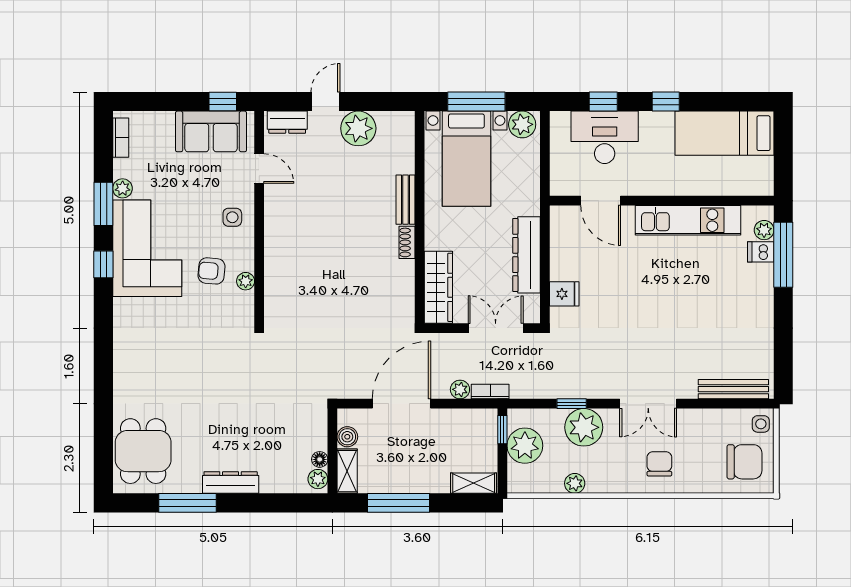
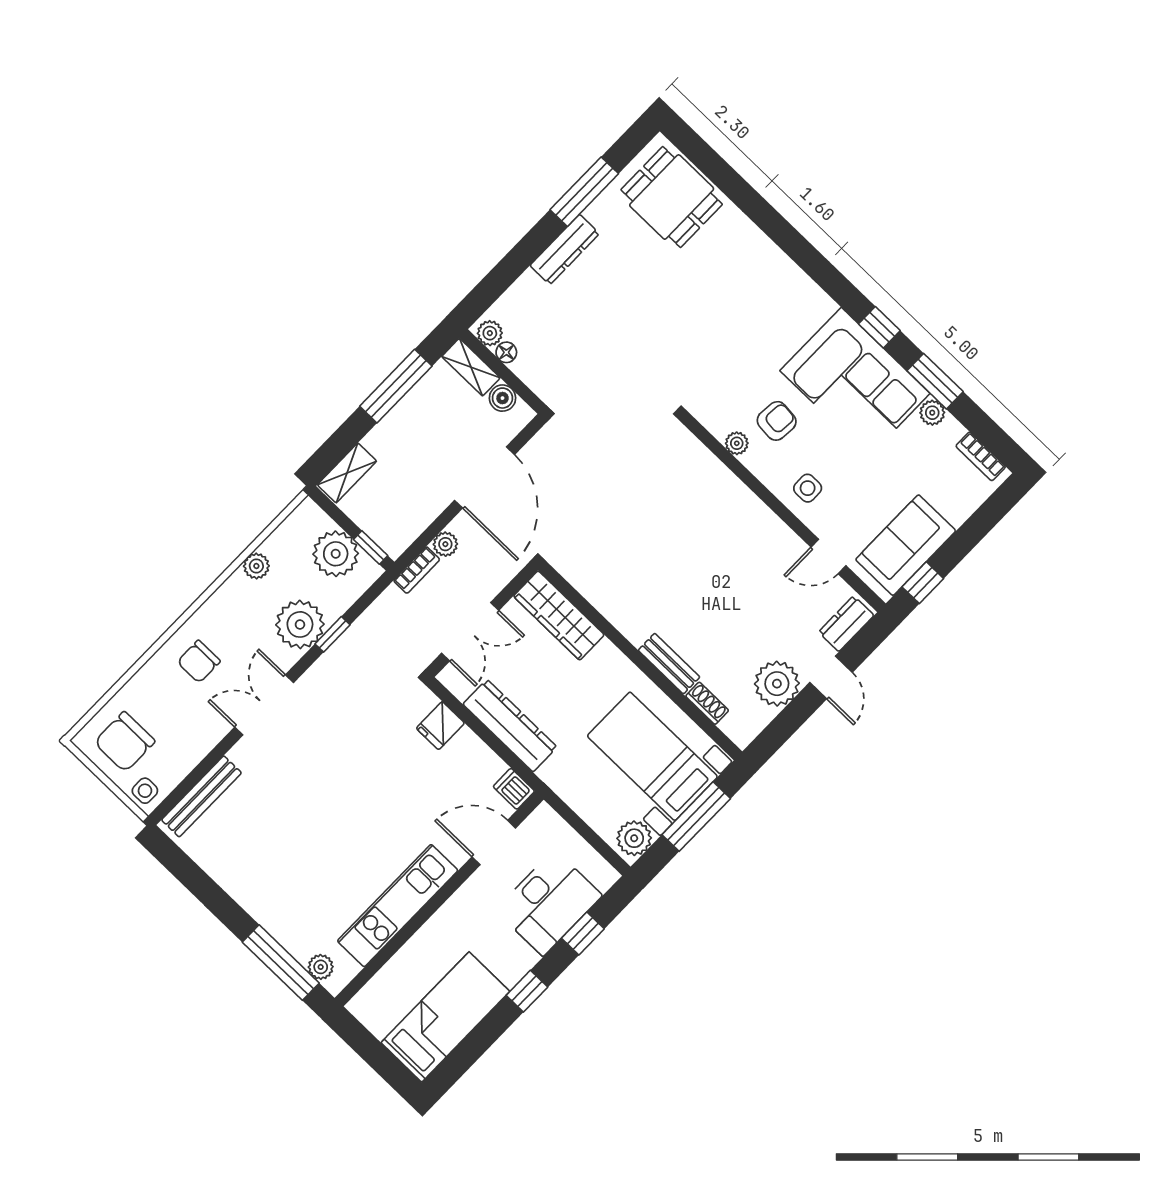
shoe rack: (407, 242) -> (707, 703), moved
dishwasher: (761, 252) -> (514, 789), moved, turned -90
chair: (659, 464) -> (199, 662), turned 90

